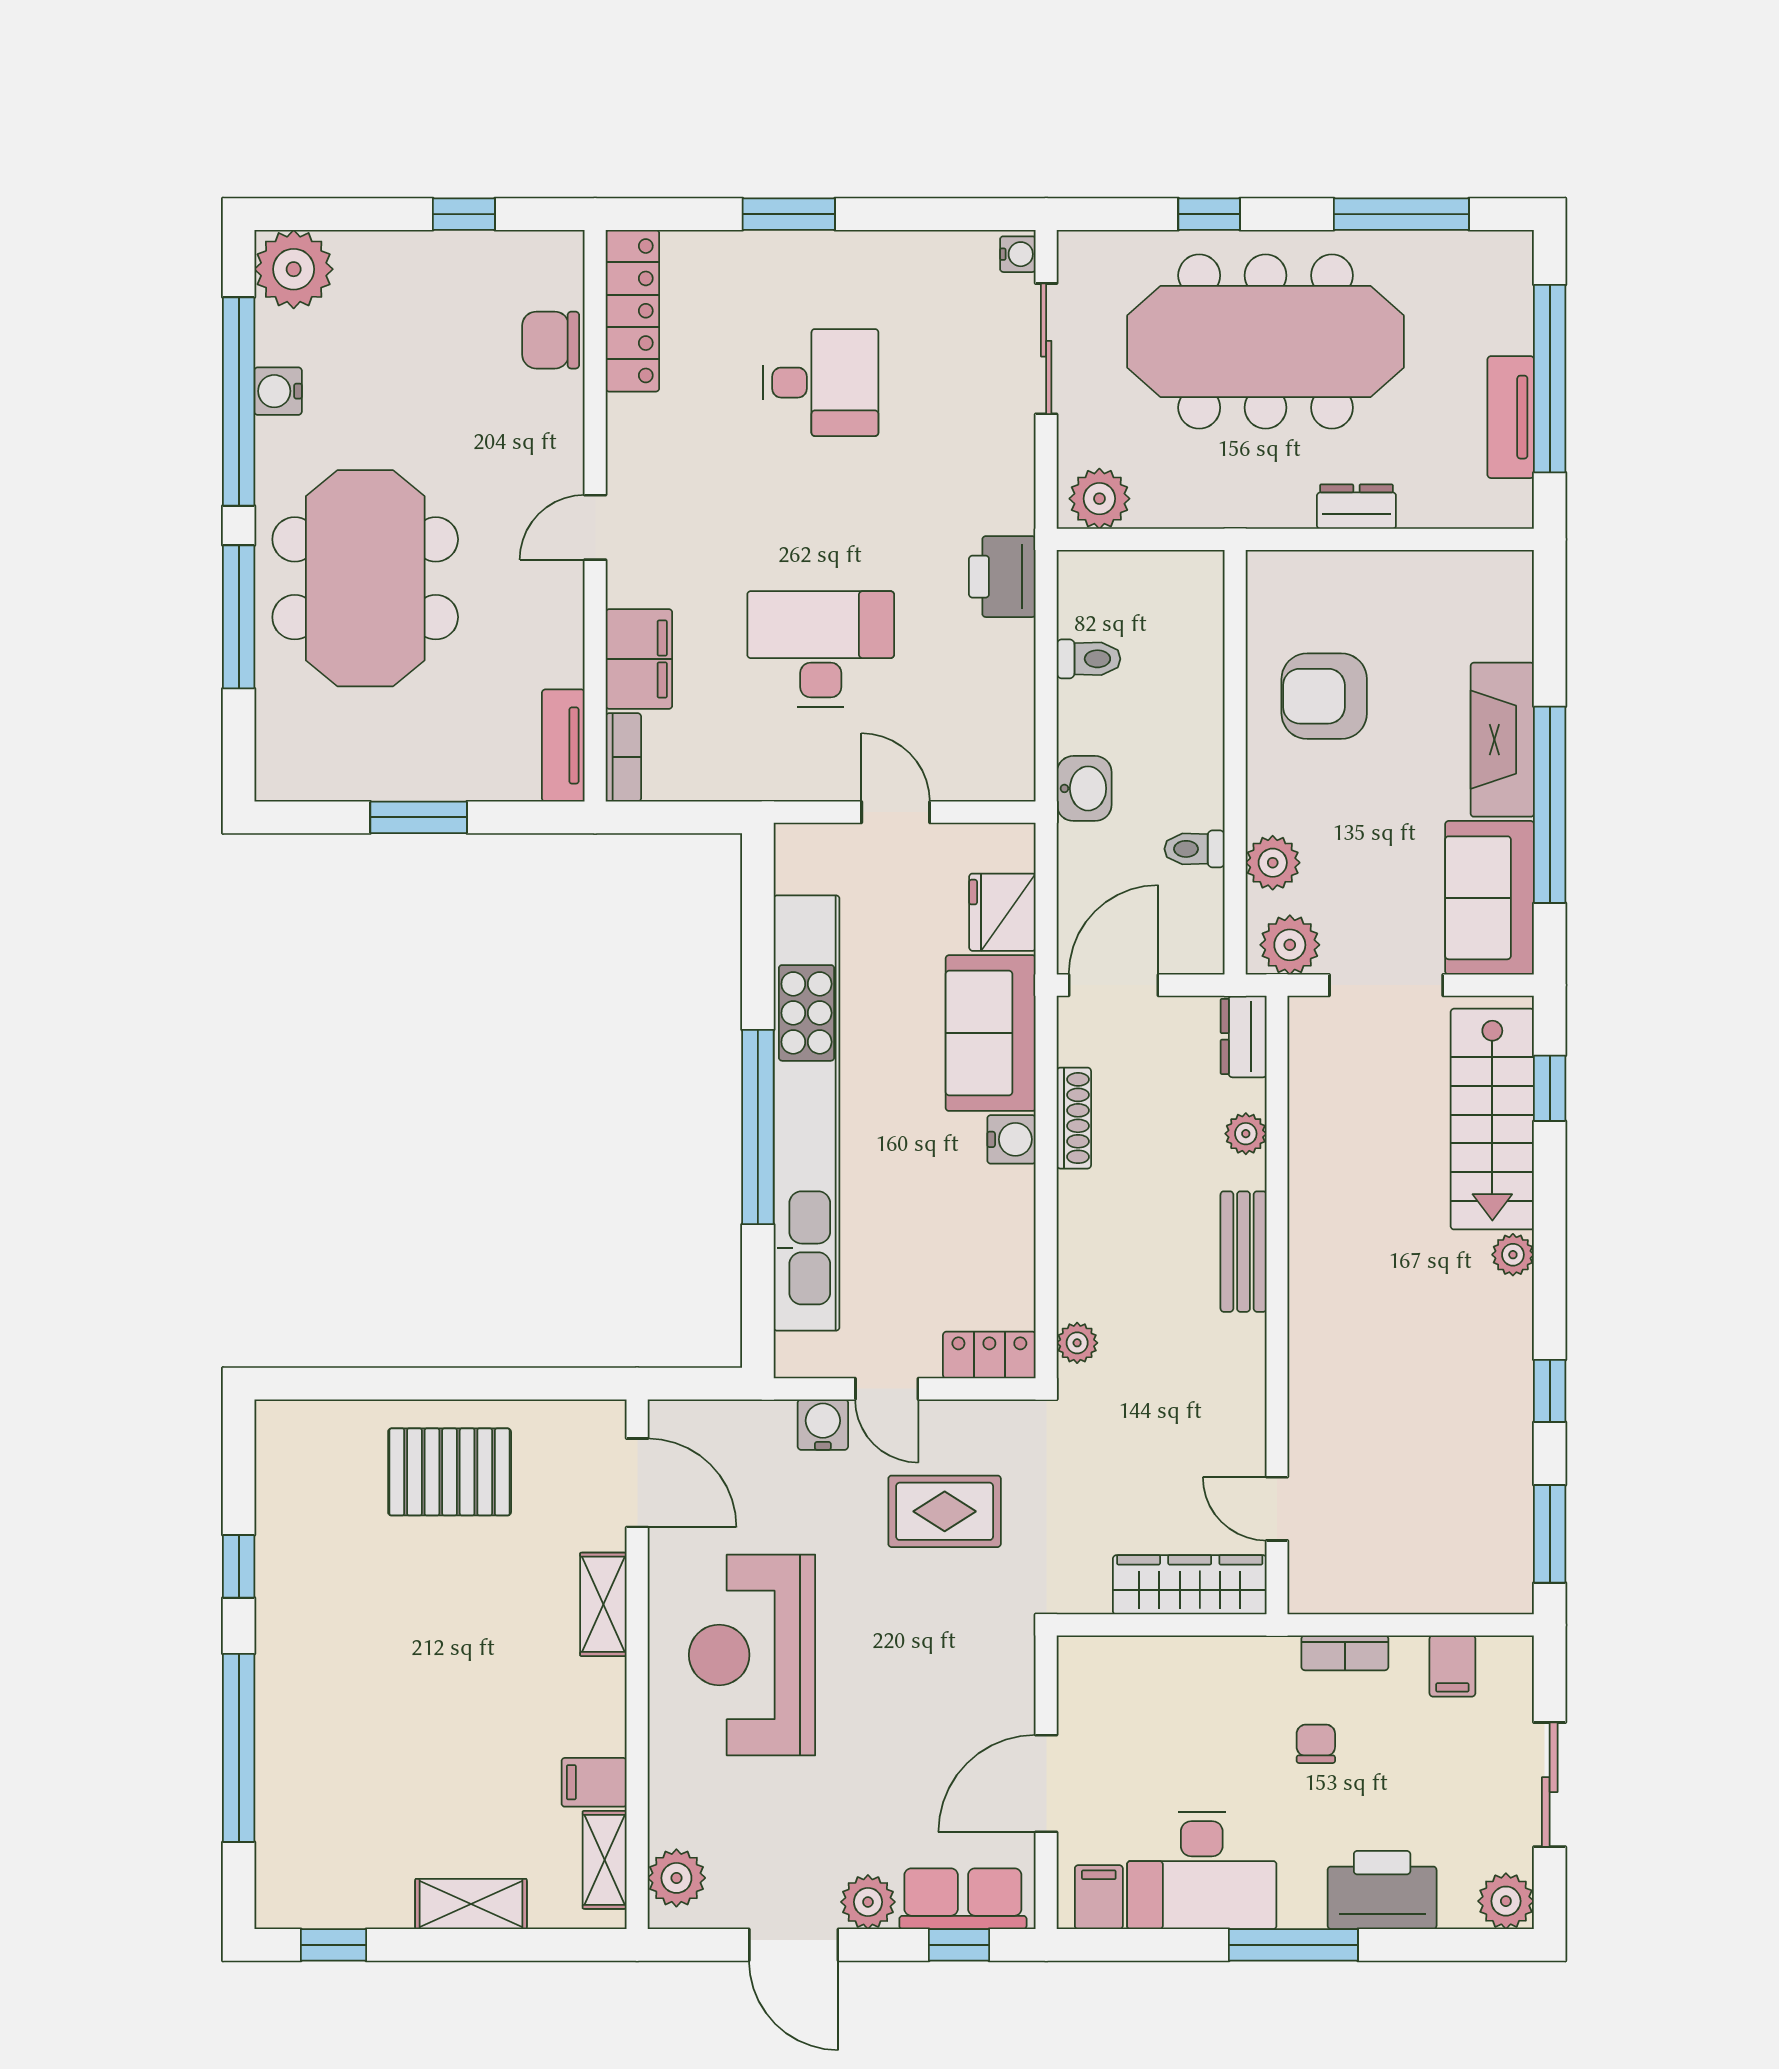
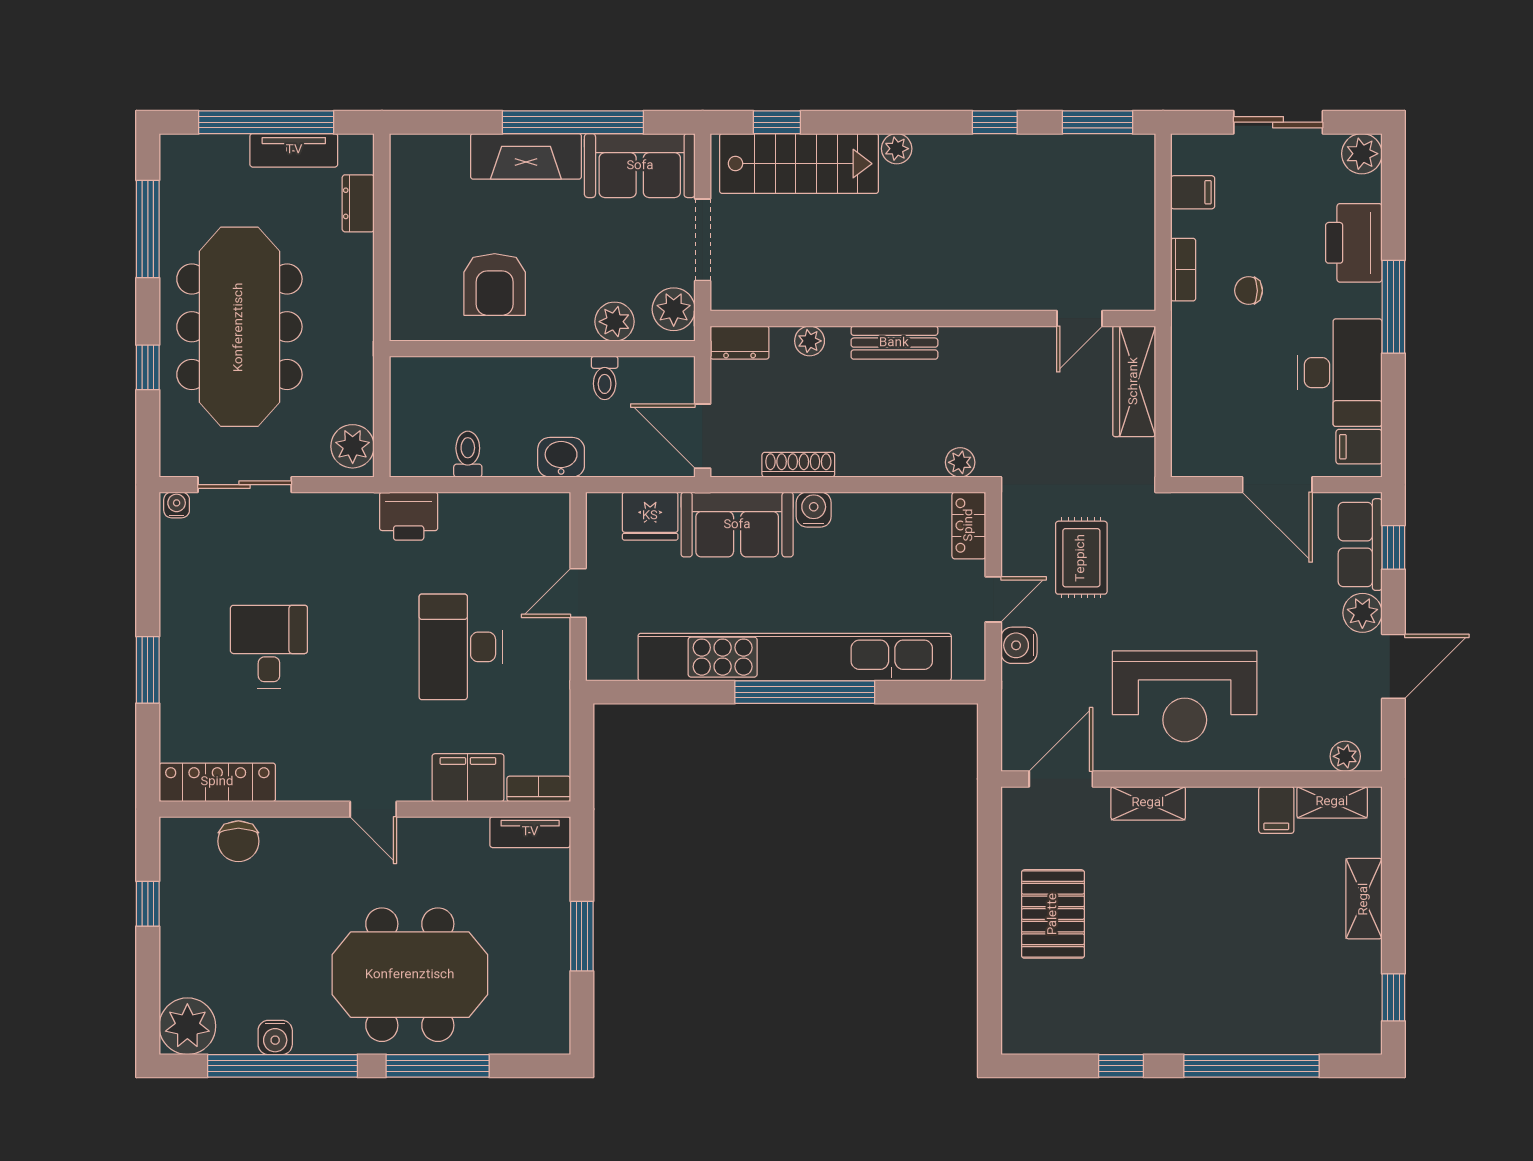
dresser: (1356, 507) -> (358, 203), moved
plant: (676, 1878) -> (1345, 756), width x0.73, depth x0.73

